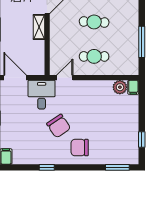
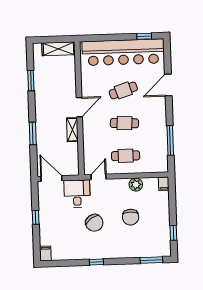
plant: (120, 87) -> (136, 185), moved
chair: (80, 148) -> (131, 217), moved, turned -90
window: (47, 167) -> (96, 262), moved

